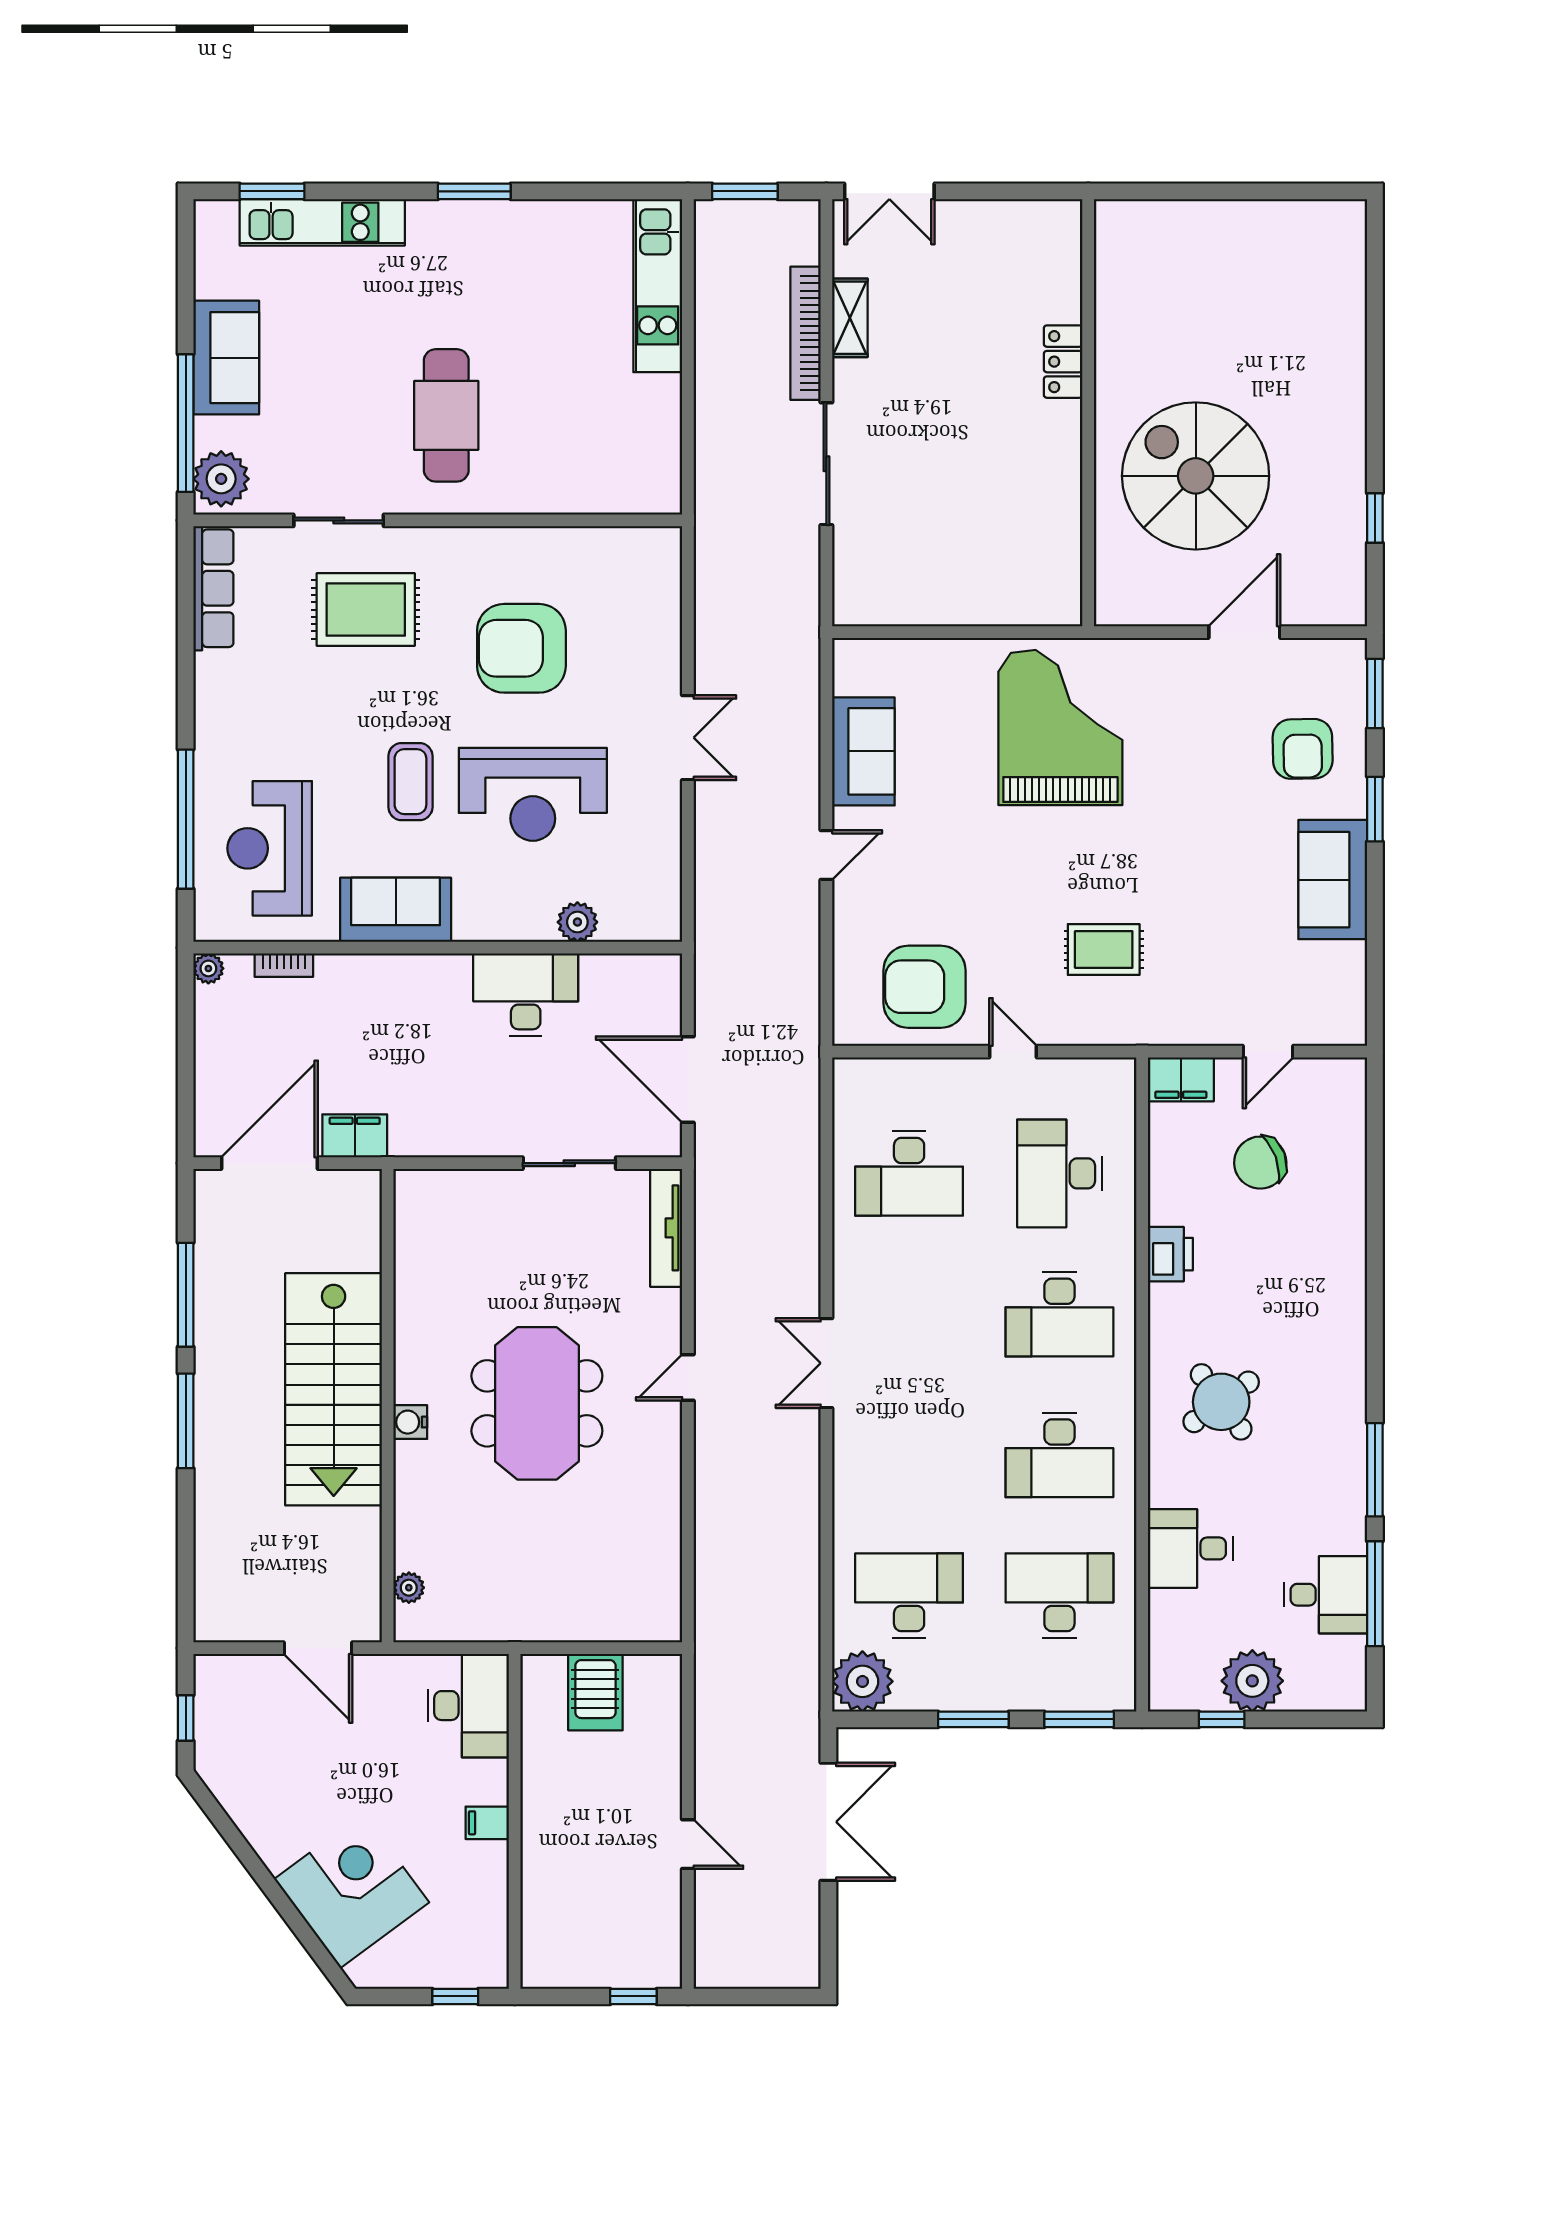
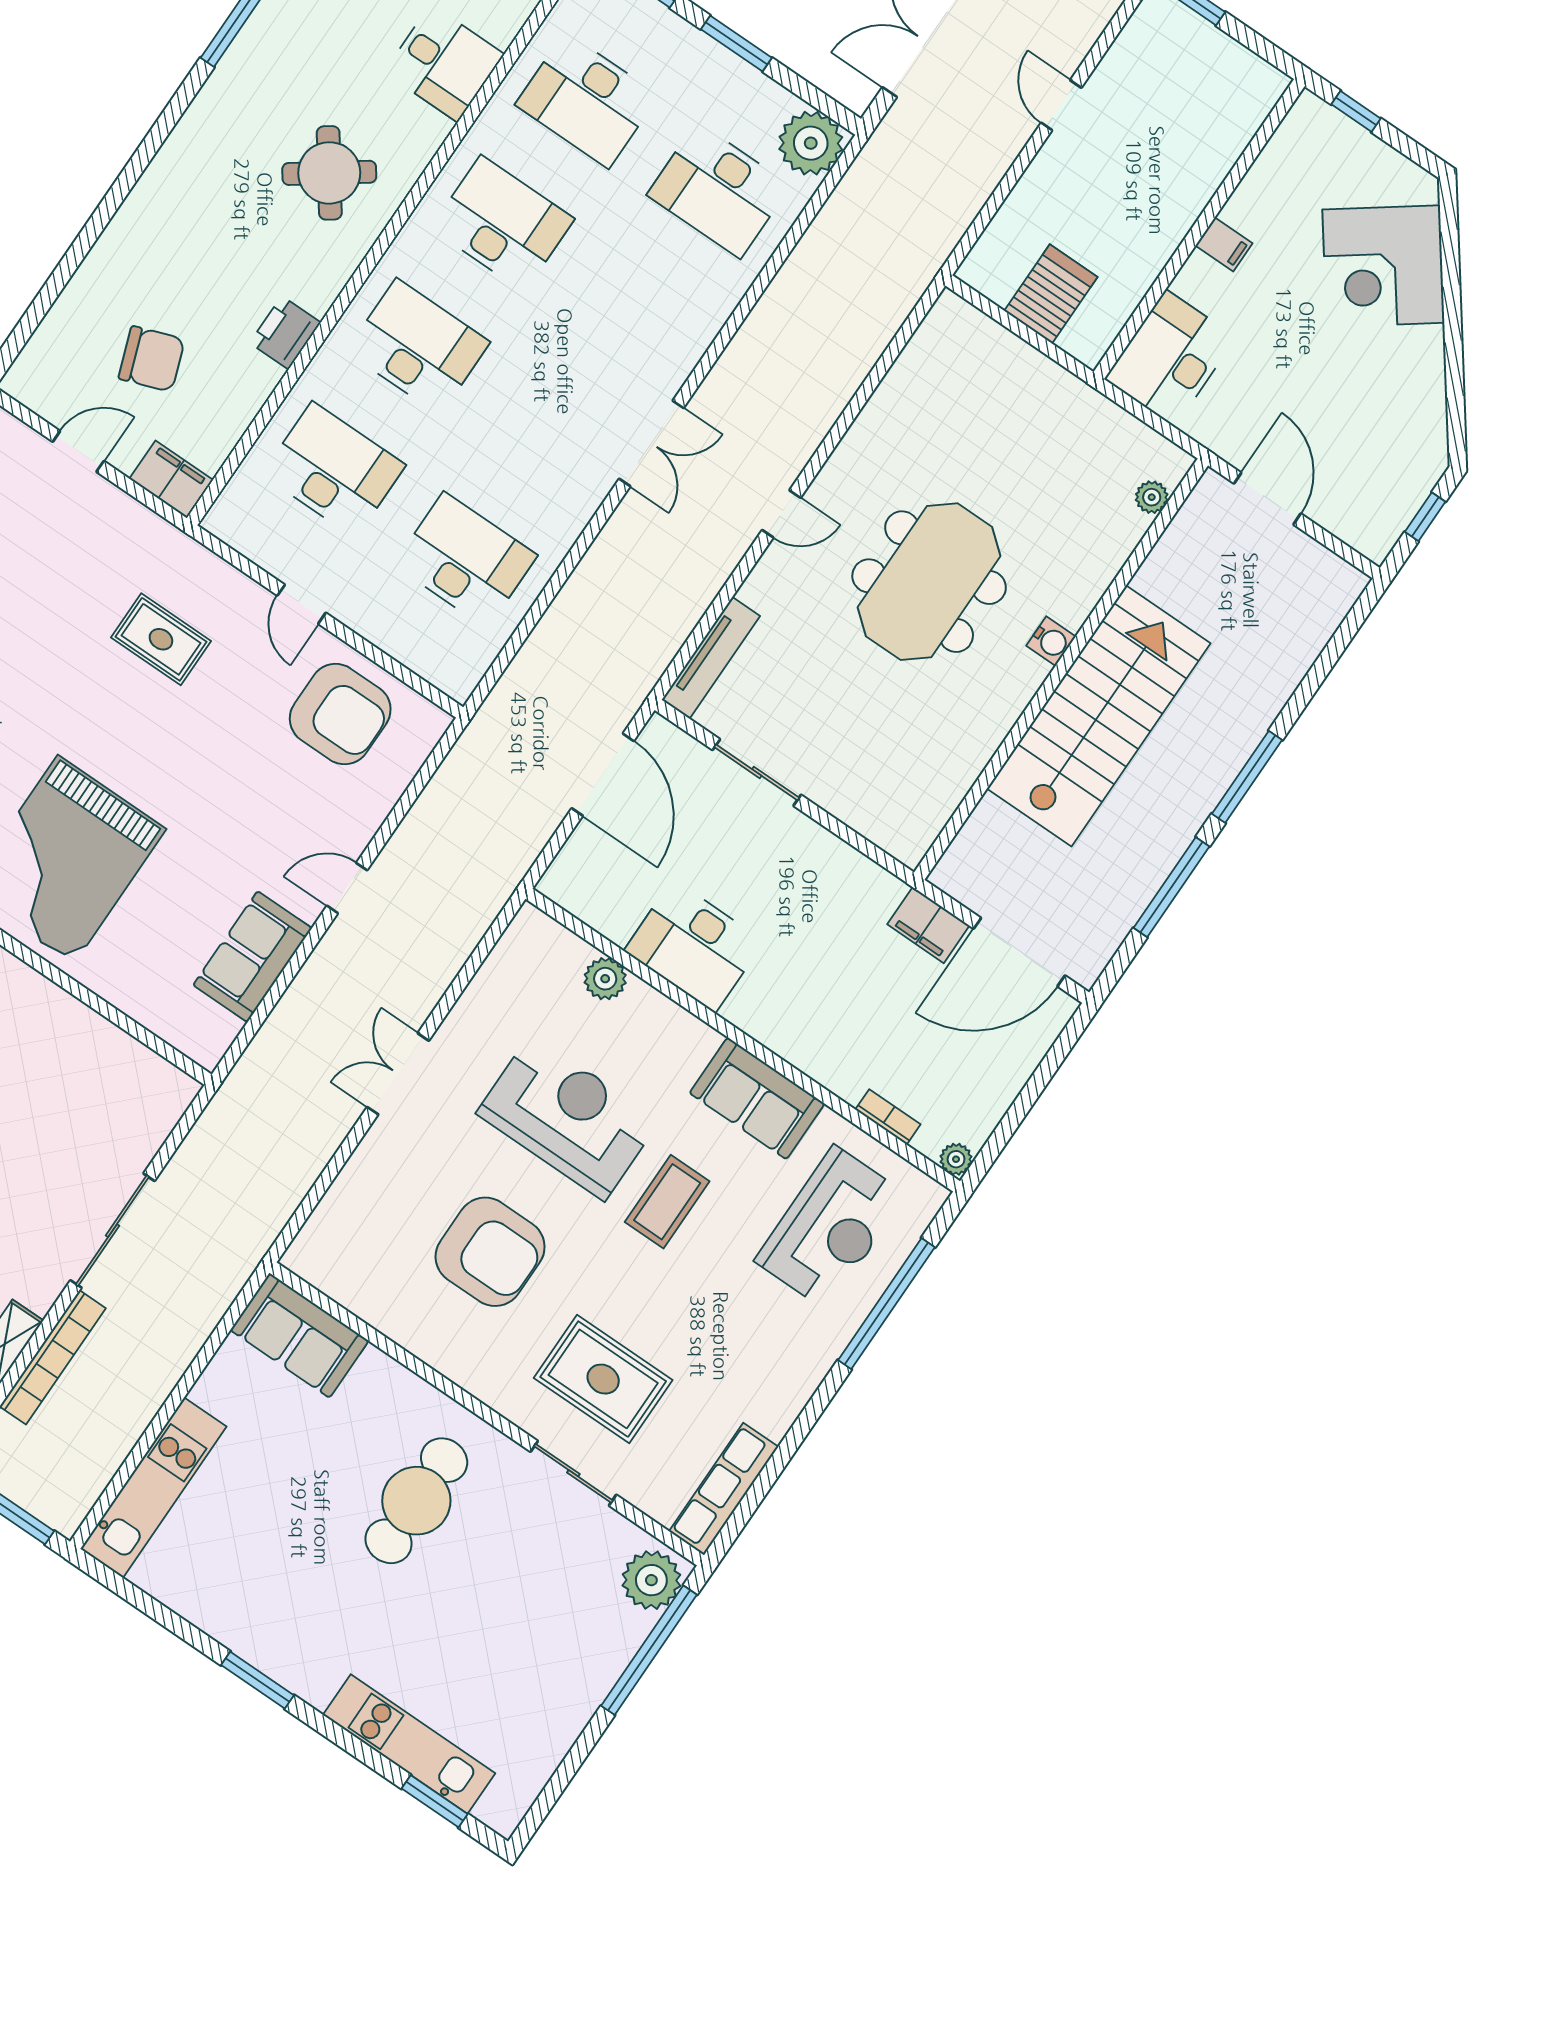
sofa: (226, 358) -> (299, 1335), moved, turned -90
desk: (1059, 1173) -> (334, 470), turned -90

